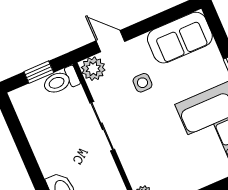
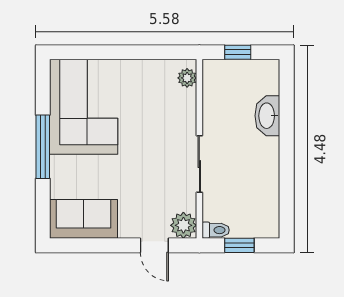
toilet: (61, 81) -> (216, 230), width x0.73, depth x0.72
side table: (142, 83) -> (140, 190), removed

